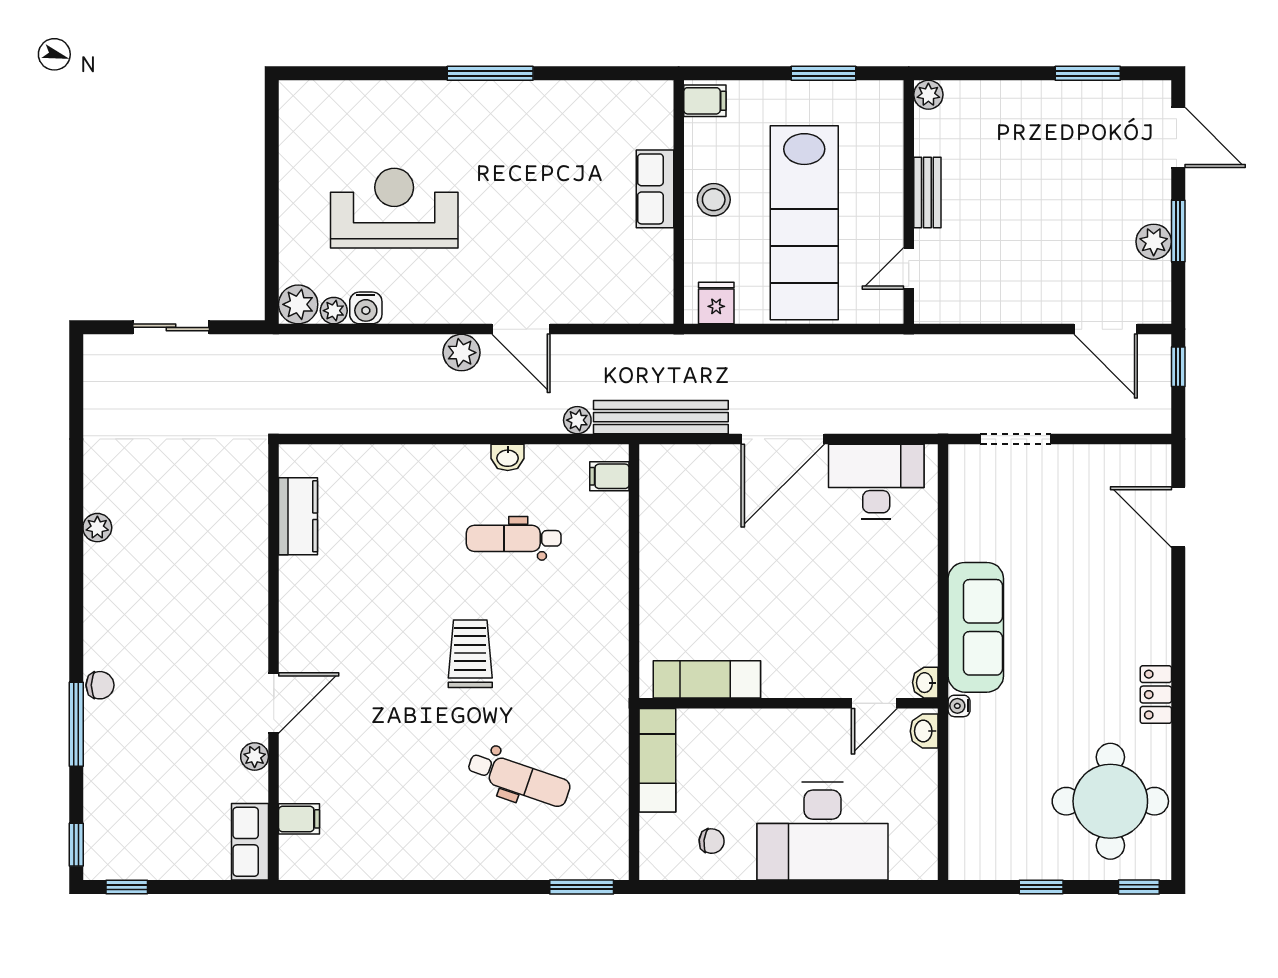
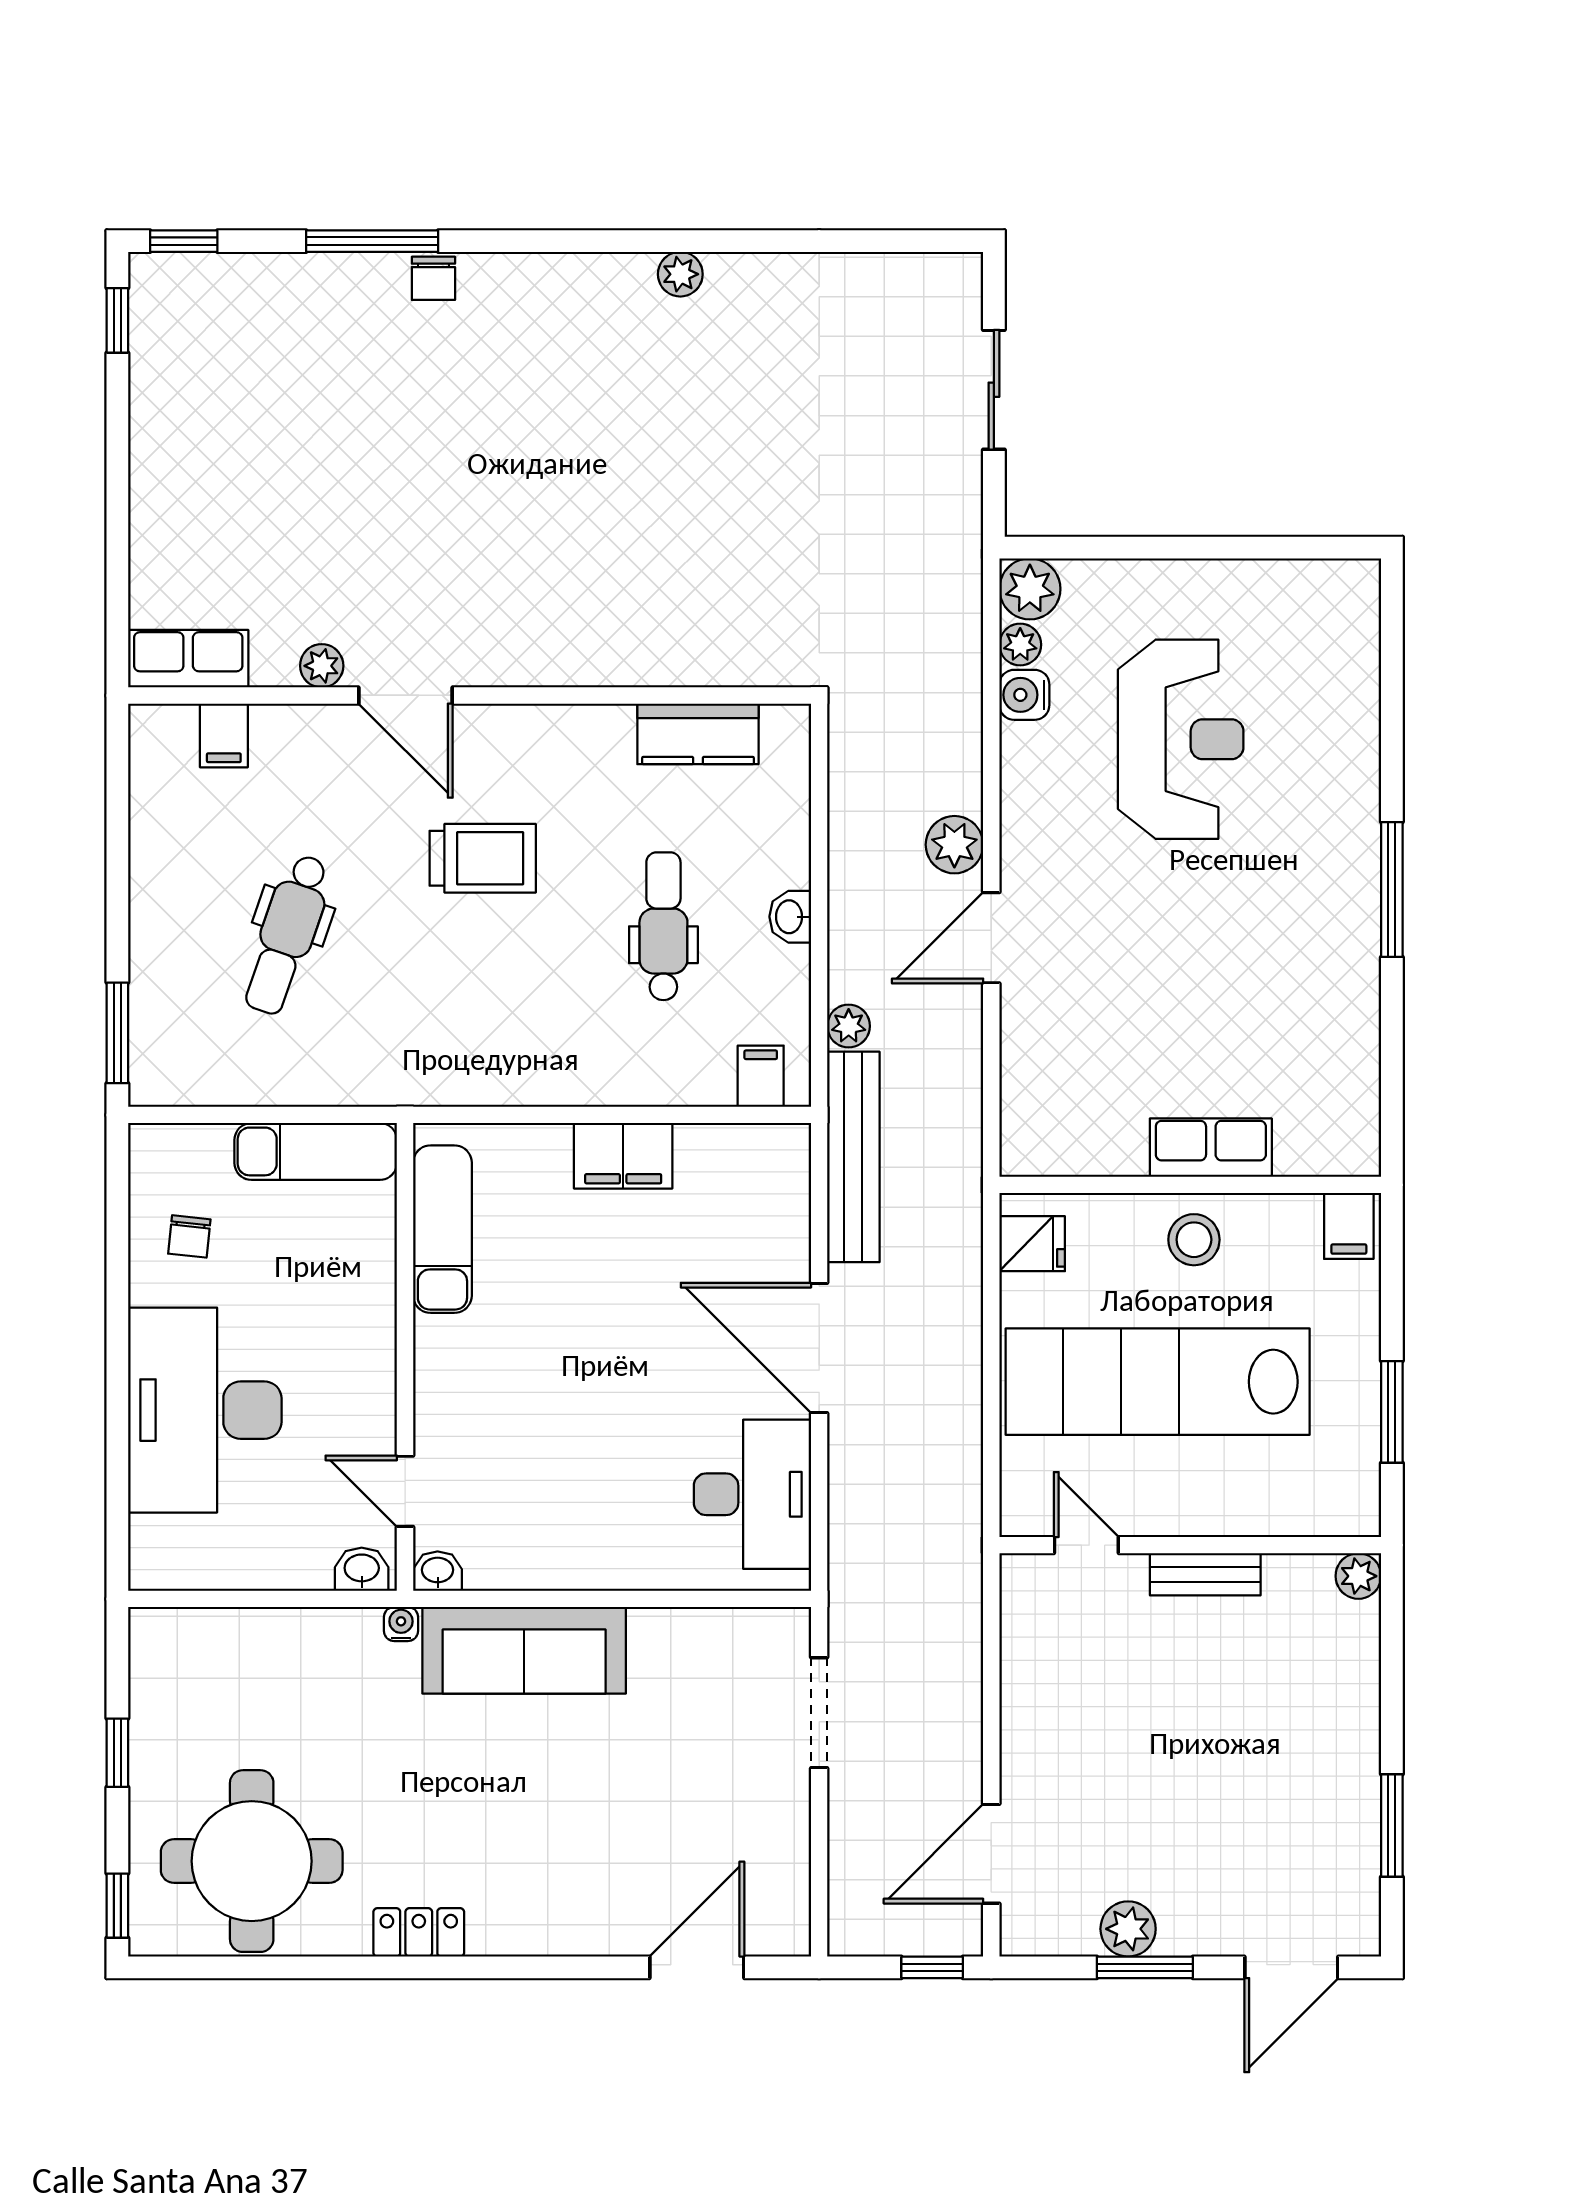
kitchen counter: (298, 516) -> (698, 734), moved
filing cabinet: (660, 564) -> (623, 1156), added
wall: (274, 662) -> (470, 695), moved
door: (274, 703) -> (406, 695), moved
plant: (255, 757) -> (322, 666), moved
filing cabinet: (299, 819) -> (224, 735), moved
row of seats: (250, 842) -> (188, 659), moved

